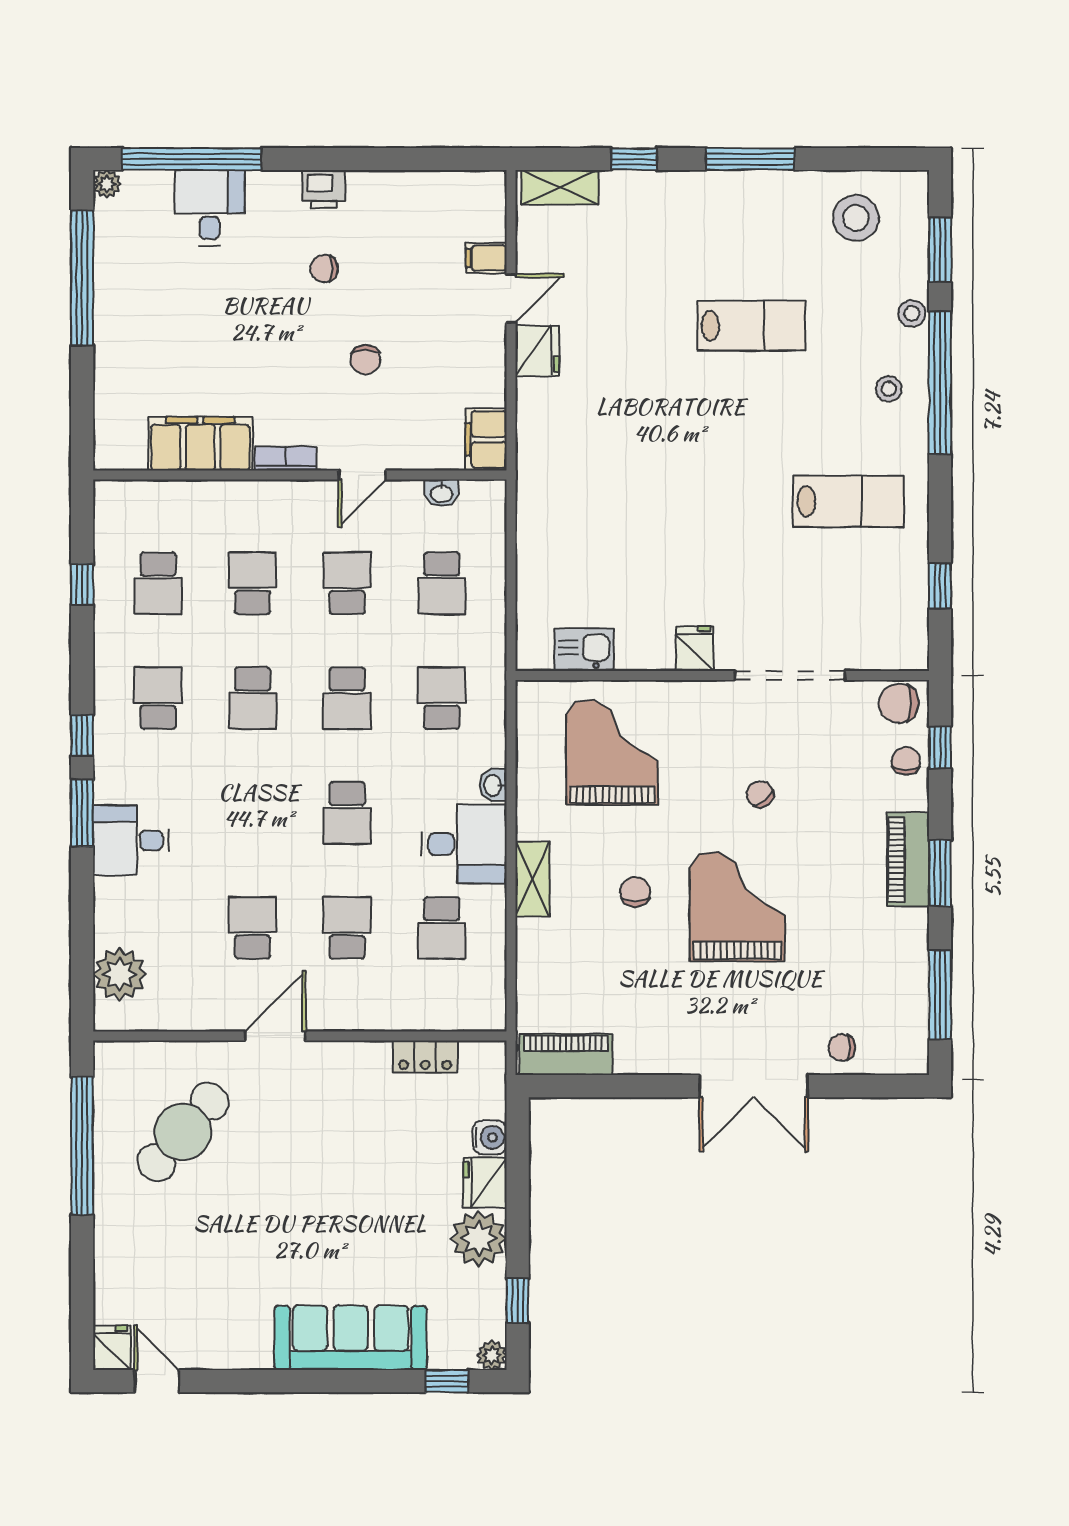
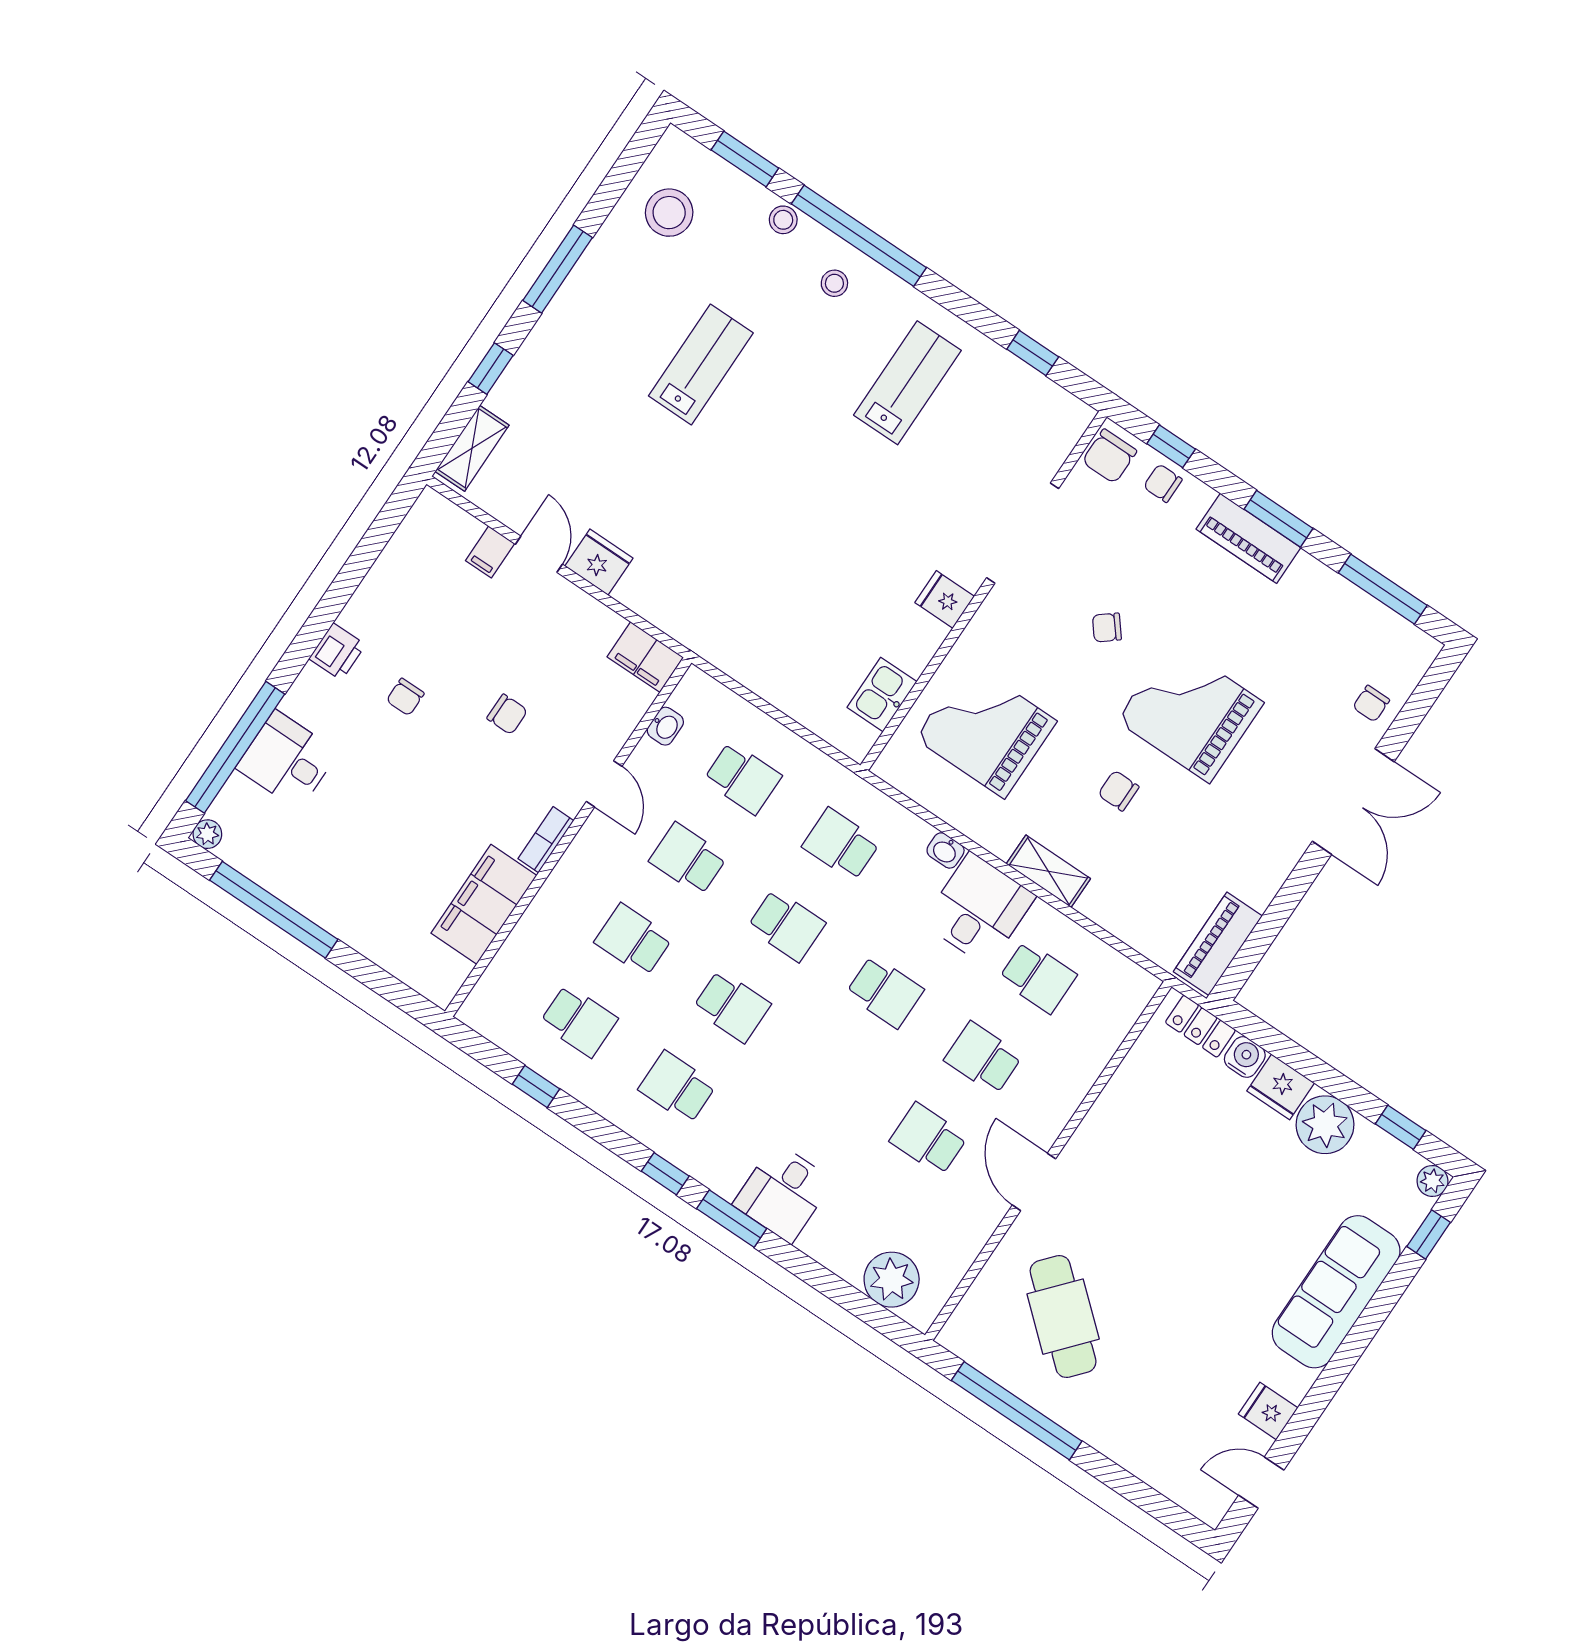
locker: (425, 1057) -> (1200, 1026), moved, turned 90
fridge: (112, 1348) -> (1268, 1411), moved

